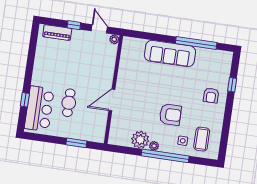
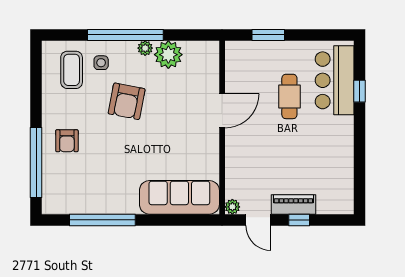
piano: (57, 33) -> (293, 204), moved
sofa: (170, 53) -> (179, 197), moved
window: (232, 85) -> (36, 162), width x3.17
armchair: (211, 95) -> (67, 141), turned 180
armchair: (170, 115) -> (127, 101), turned -79

